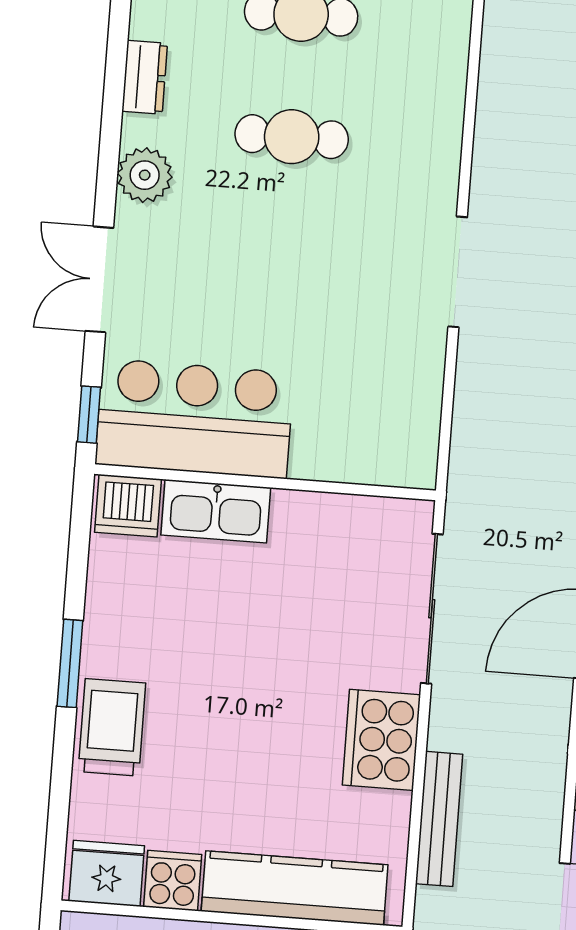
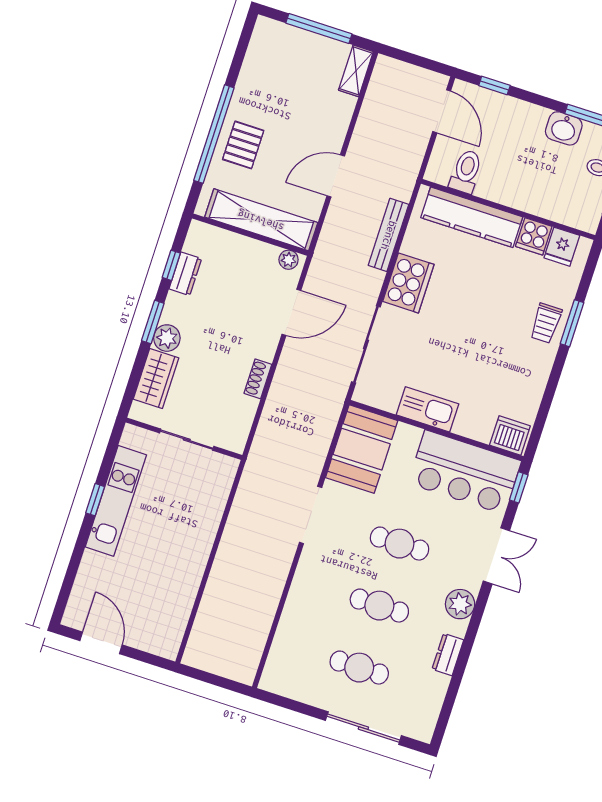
cafe table: (282, 259) -> (400, 544), added
booth: (393, 415) -> (362, 449), added
kitchen sink: (216, 511) -> (428, 409), moved
window: (70, 663) -> (572, 323), moved
trolley: (112, 727) -> (546, 323), width x0.73, depth x0.72
fridge: (107, 873) -> (562, 247), width x0.72

